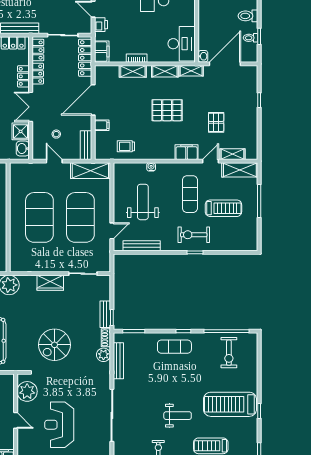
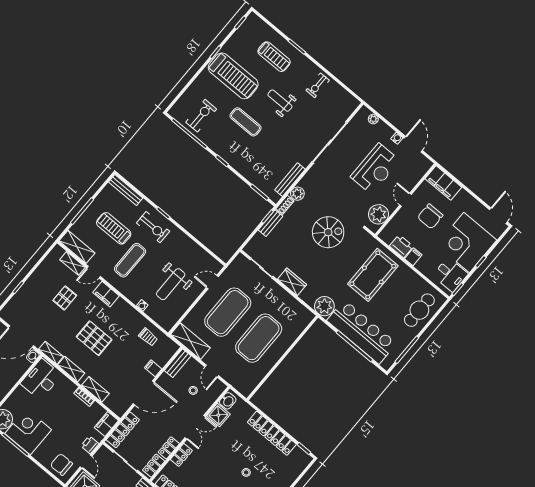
bench: (142, 246) -> (126, 190), moved
exercise mat: (174, 347) -> (246, 122), moved

